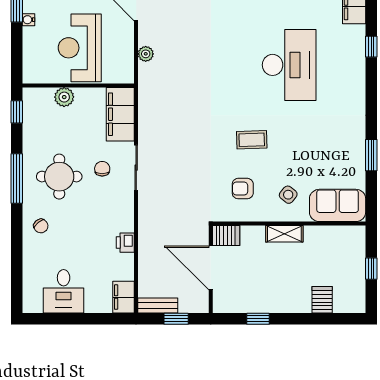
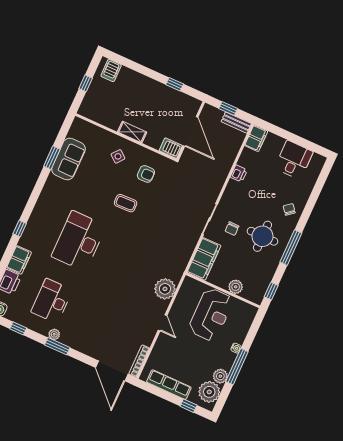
plant: (146, 54) -> (165, 289), width x1.88, depth x1.88
sofa: (338, 205) -> (69, 159), moved, turned -90
server rack: (322, 300) -> (111, 70), moved

